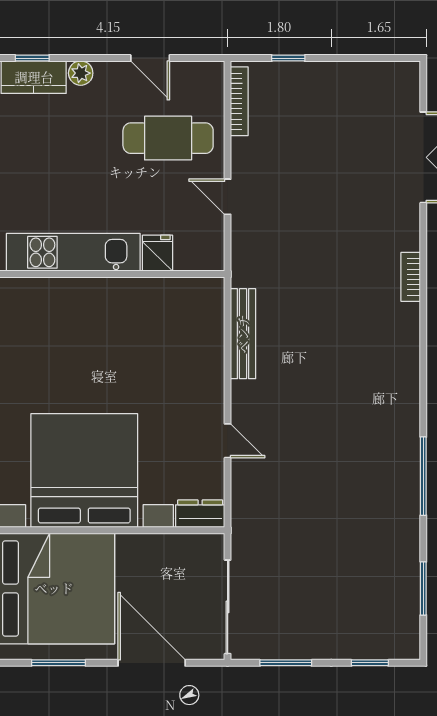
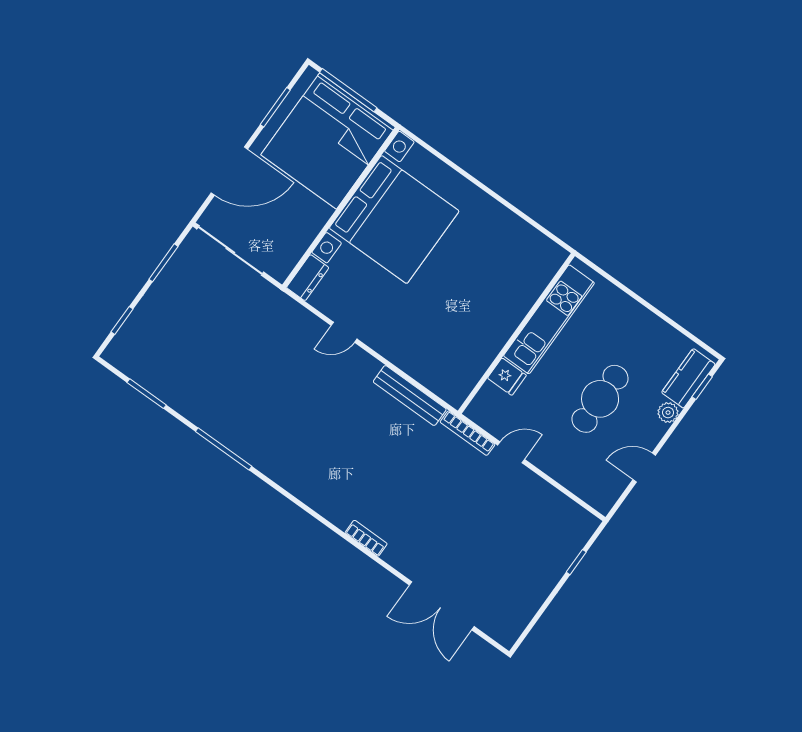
bookcase: (239, 101) -> (468, 433), moved
cafe table: (168, 138) -> (600, 399), moved

